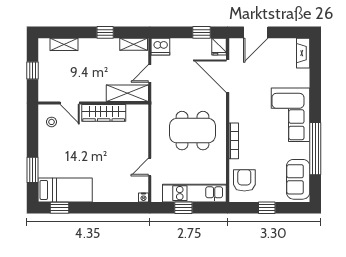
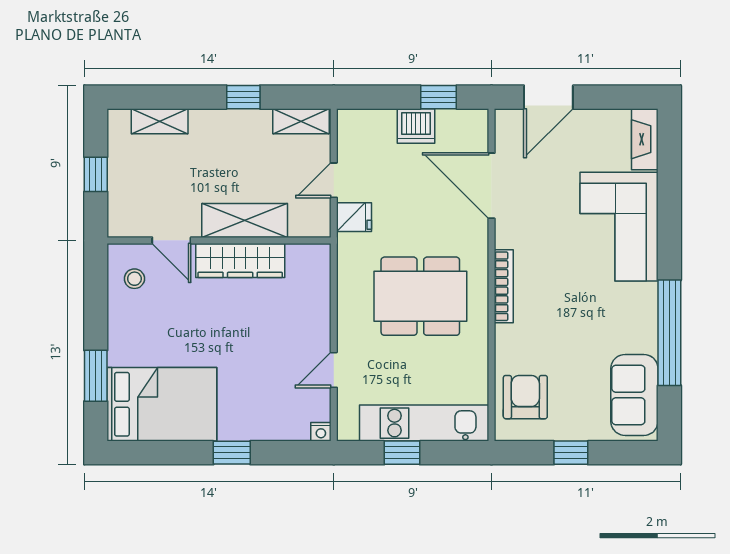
dishwasher: (160, 47) -> (416, 126), moved
fridge: (219, 47) -> (354, 217), moved, turned -90
shelving: (127, 93) -> (245, 221), moved
corner sofa: (290, 115) -> (619, 227), moved
bookcase: (234, 141) -> (504, 286), moved
bed: (65, 190) -> (162, 404), width x1.50
window: (59, 208) -> (232, 453), moved

